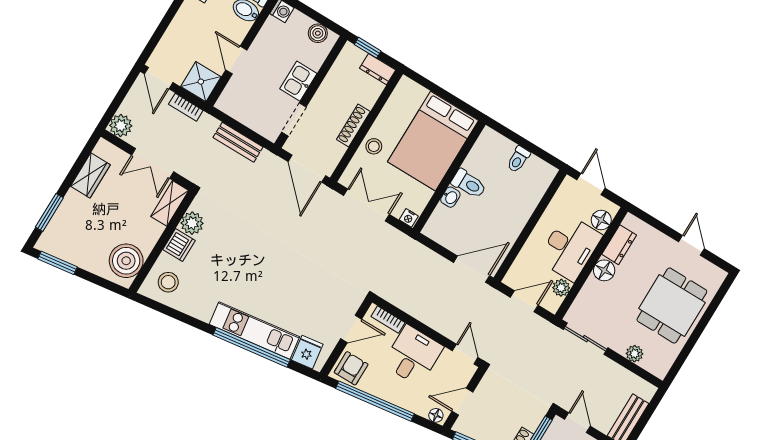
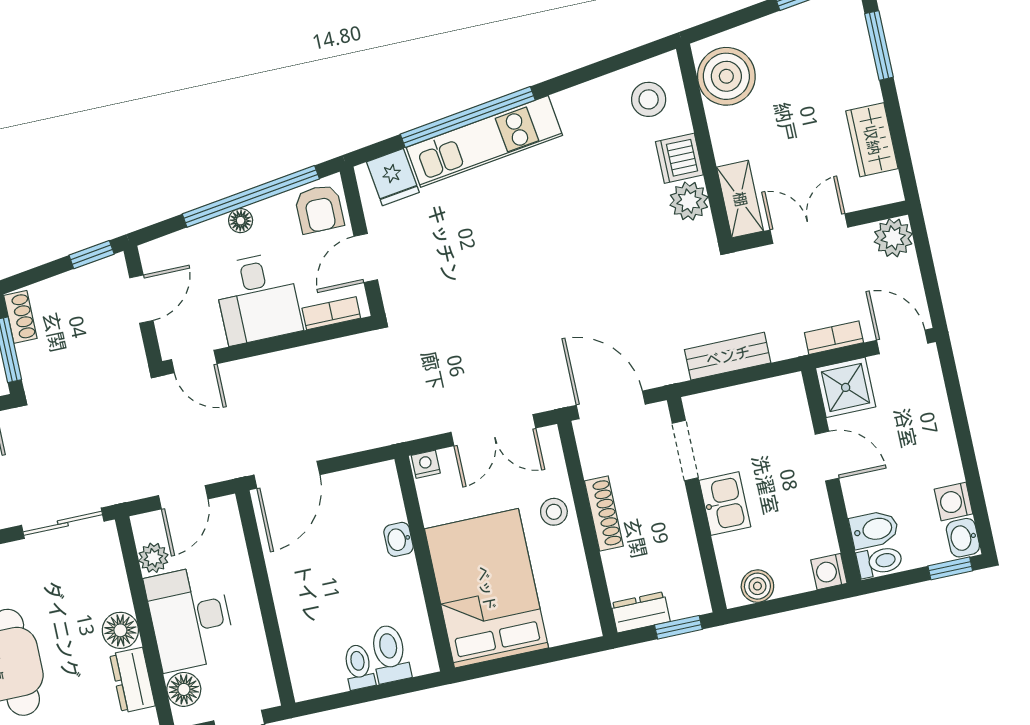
toilet: (469, 184) -> (390, 654), moved, turned 90
floor lamp: (436, 415) -> (241, 221), moved

